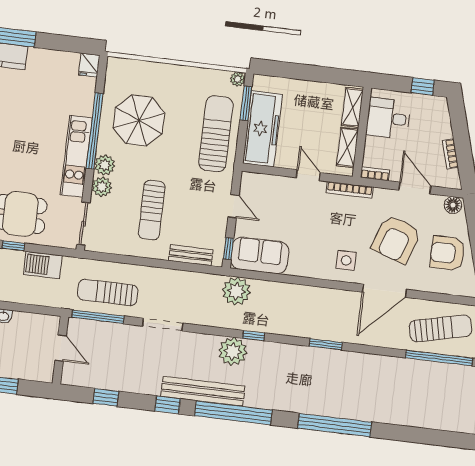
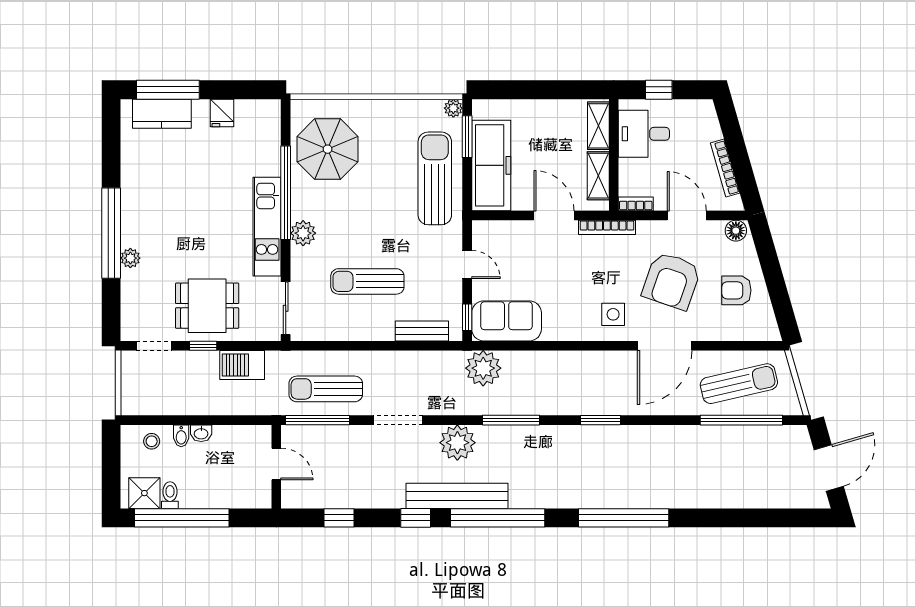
fridge: (89, 65) -> (222, 113), moved
window: (423, 86) -> (659, 90), moved
parasol: (139, 120) -> (328, 149), moved
bookcase: (450, 154) -> (725, 168), width x1.56
door: (308, 175) -> (554, 215), width x1.38
plant: (102, 187) -> (303, 260), removed
sun lounger: (152, 210) -> (367, 281), turned 90
armchair: (448, 253) -> (736, 290), width x0.72, depth x0.72
window: (254, 336) -> (511, 420), width x2.17
plant: (233, 351) -> (457, 443), moved

